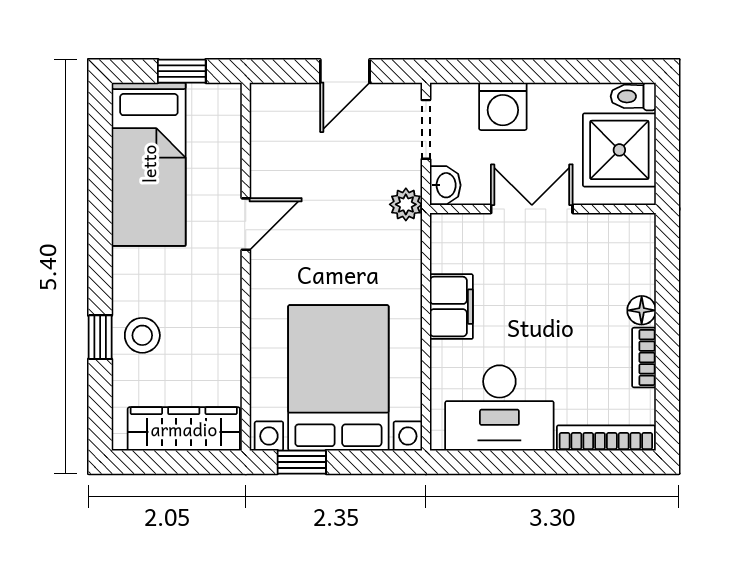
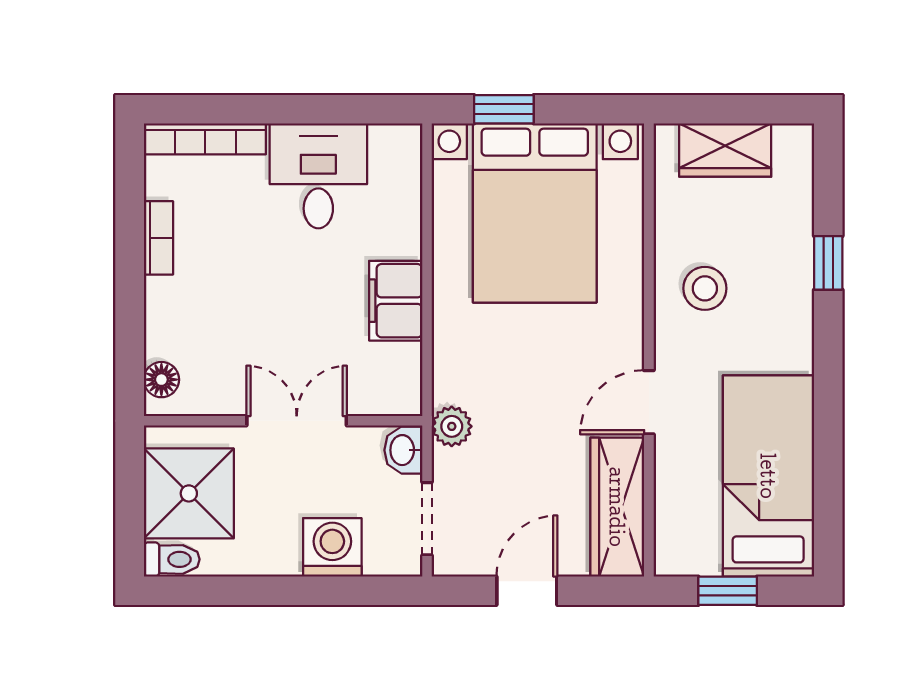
wardrobe: (271, 139) -> (617, 507), added
double door: (532, 209) -> (297, 421), swing flipped
floor lamp: (642, 310) -> (161, 380), moved
stool: (142, 335) -> (705, 288), moved
desk: (499, 408) -> (318, 176), width x0.73
wardrobe: (184, 429) -> (725, 150), width x0.67
window: (302, 462) -> (504, 109), moved

